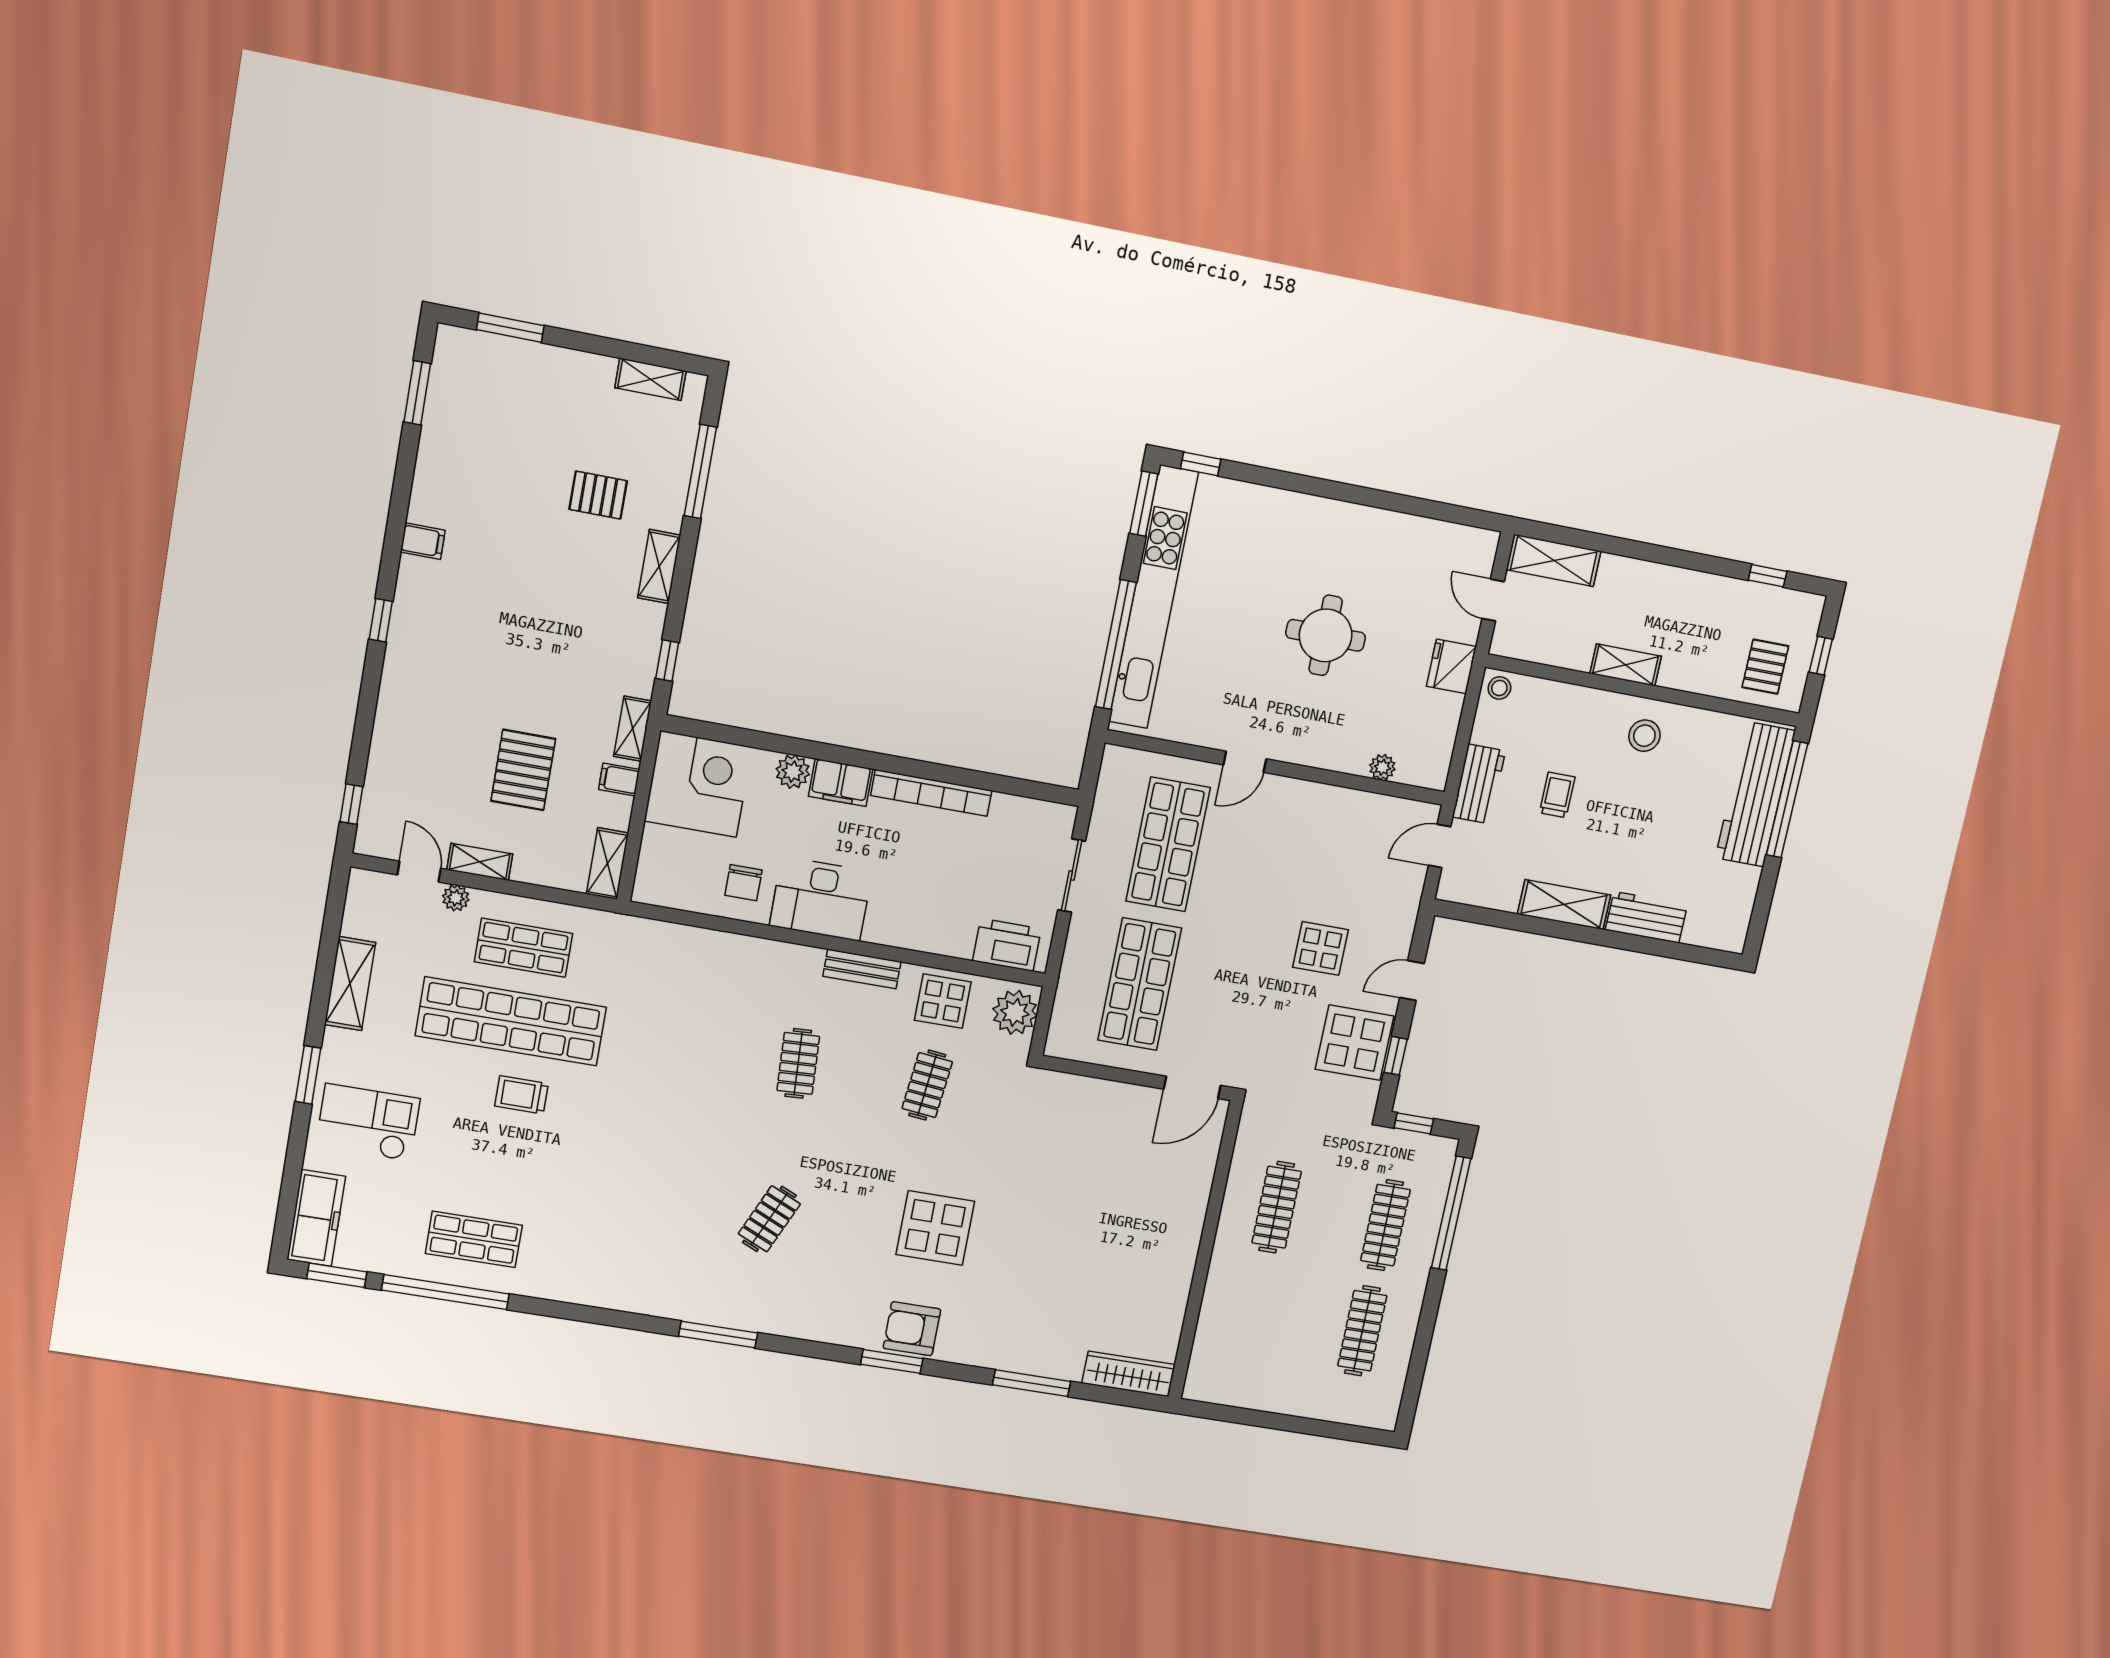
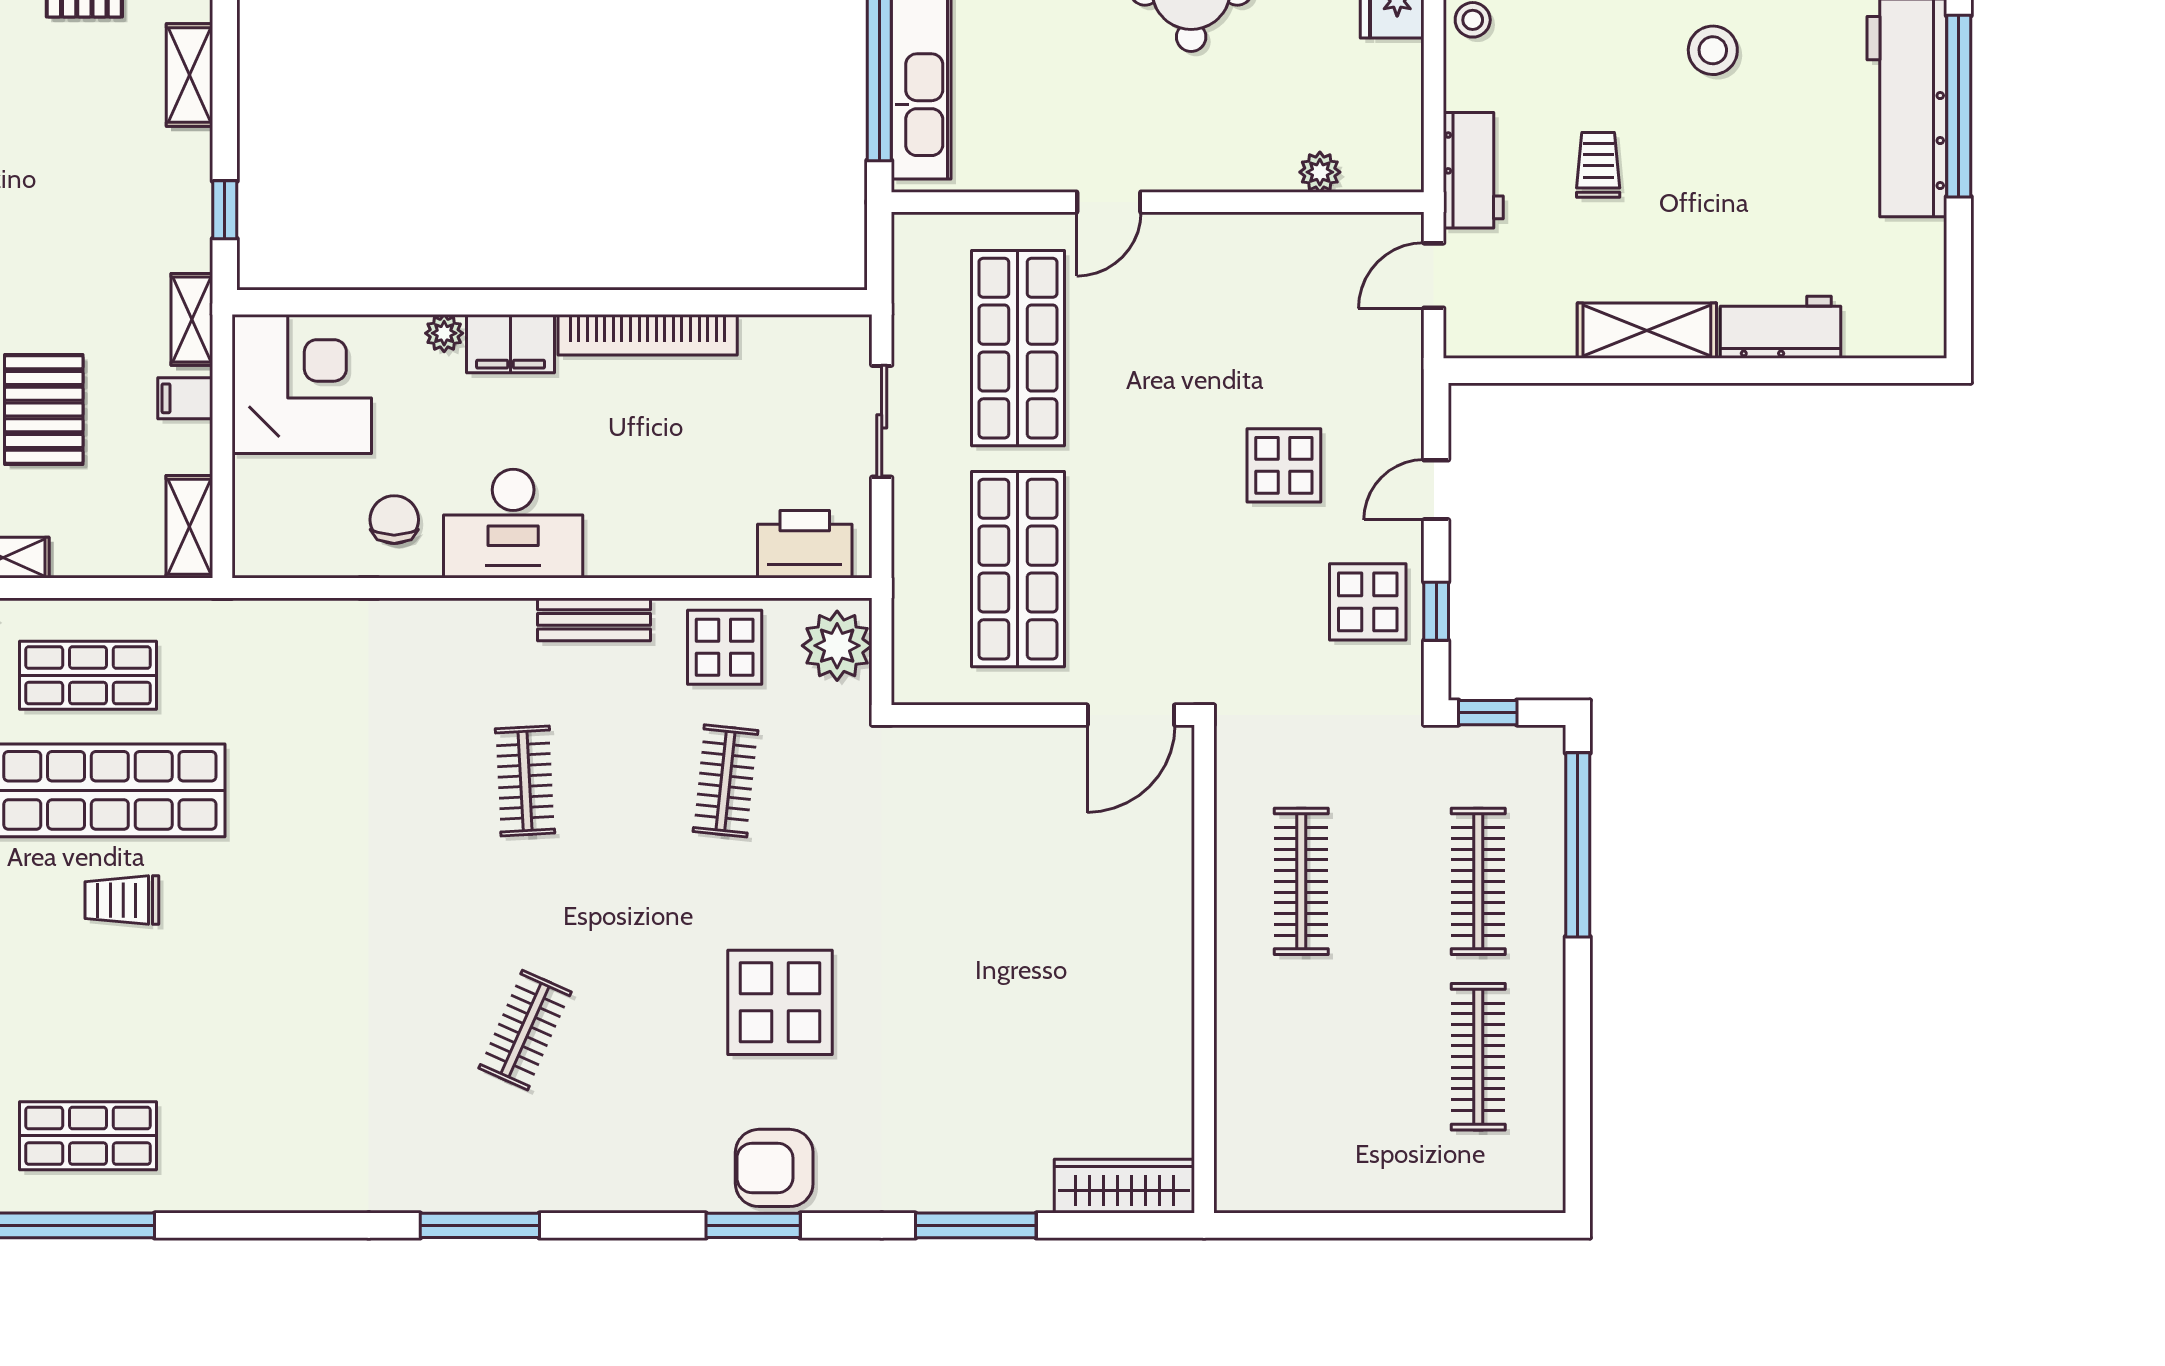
plant: (793, 772) -> (444, 333), width x0.73, depth x0.73
chair: (744, 883) -> (394, 520), turned 180
display table: (1354, 1043) -> (1368, 602), width x0.73, depth x0.73

